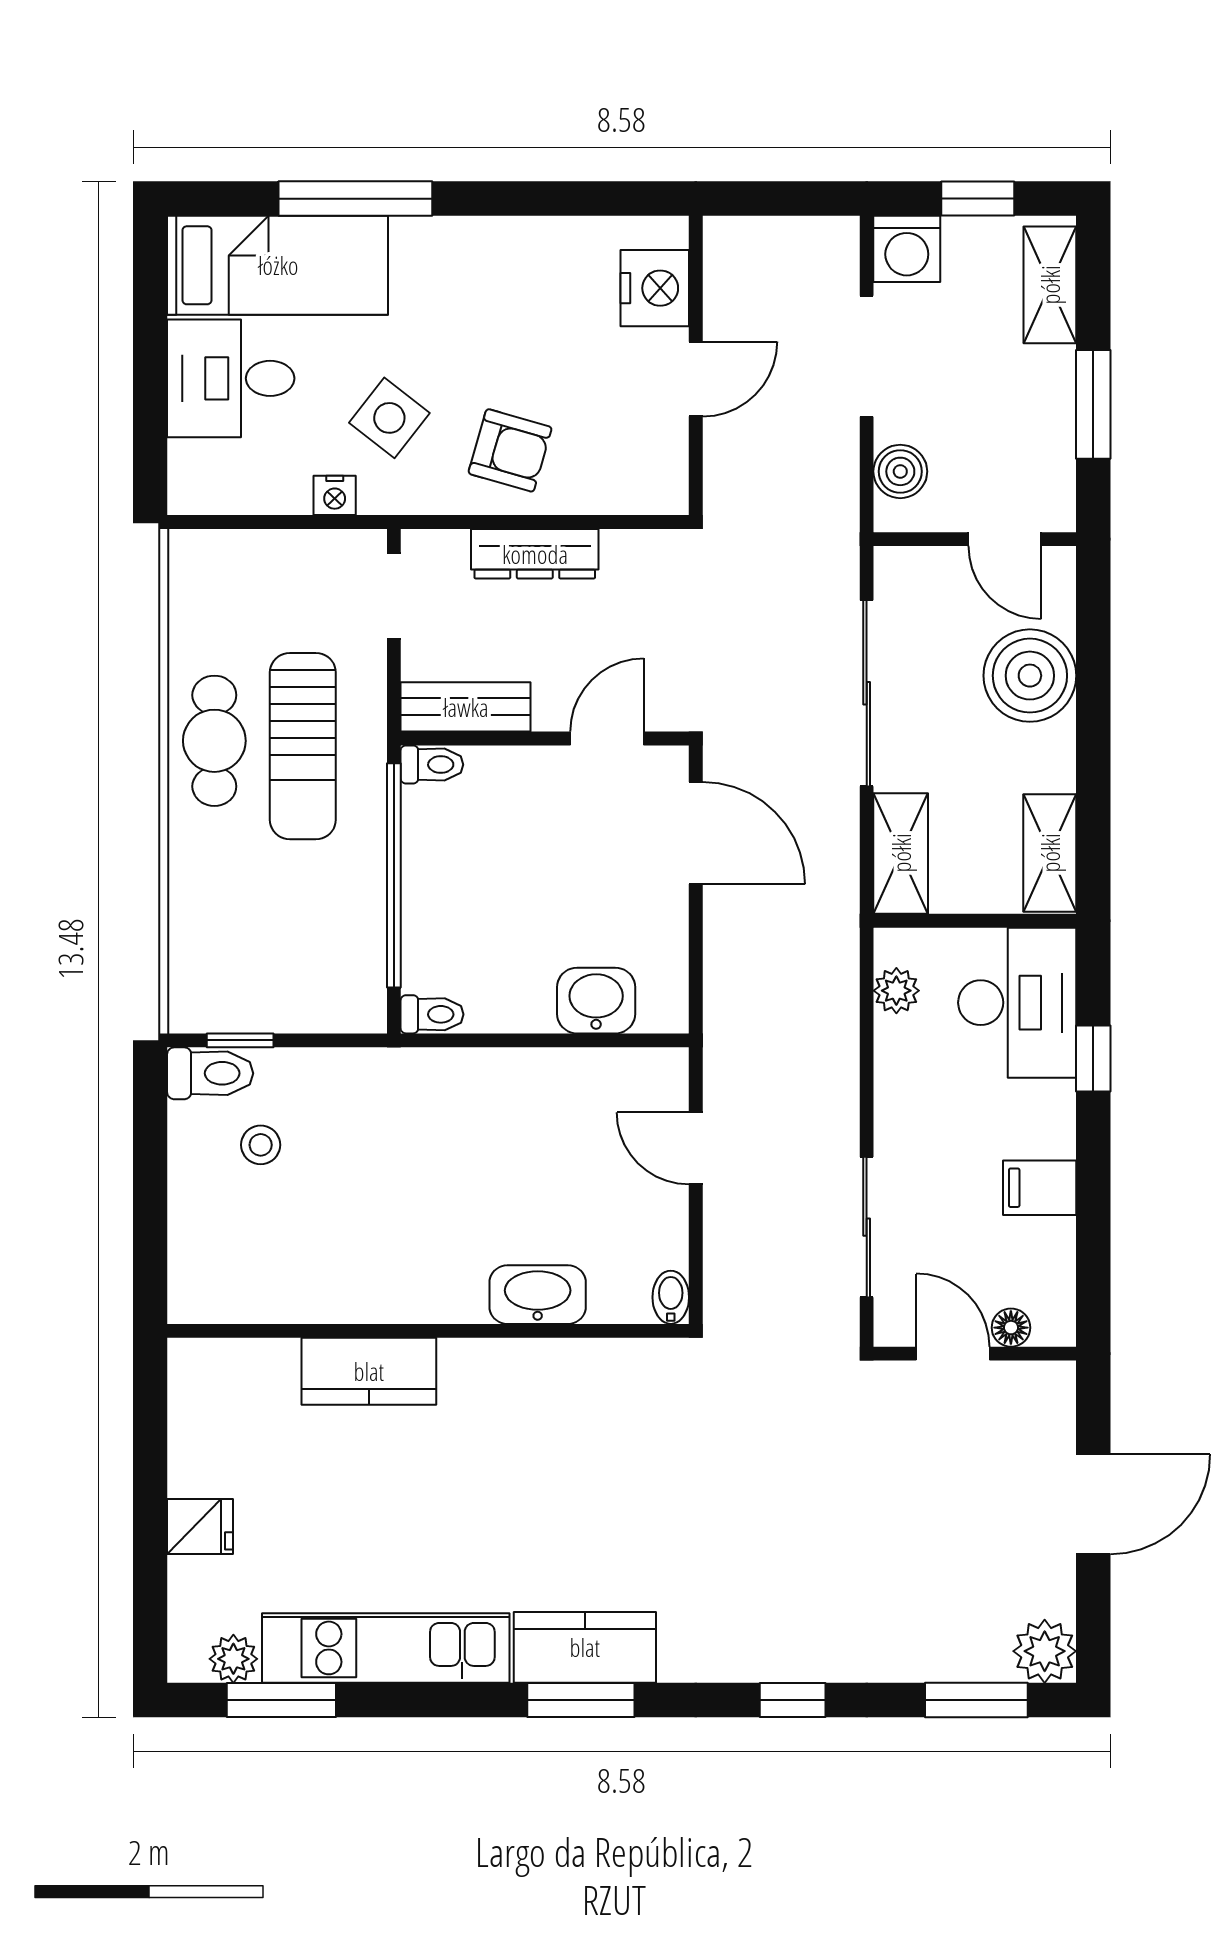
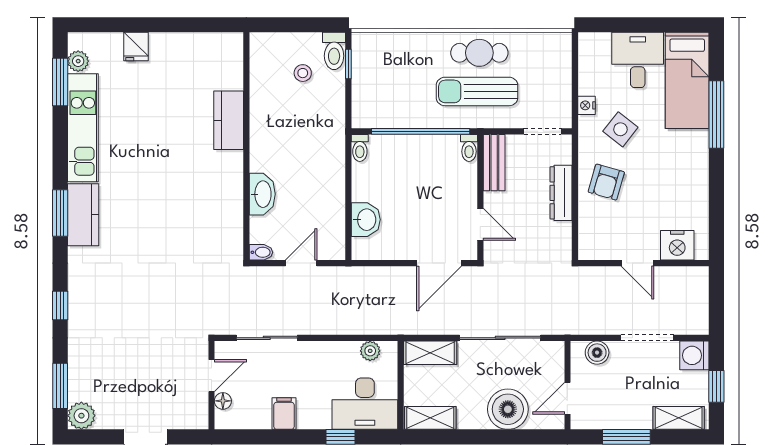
washbasin: (538, 1295) -> (262, 194), moved
bidet: (671, 1297) -> (261, 252), moved
wall: (428, 1331) -> (246, 146), moved
kitchen counter: (369, 1371) -> (229, 120), moved

